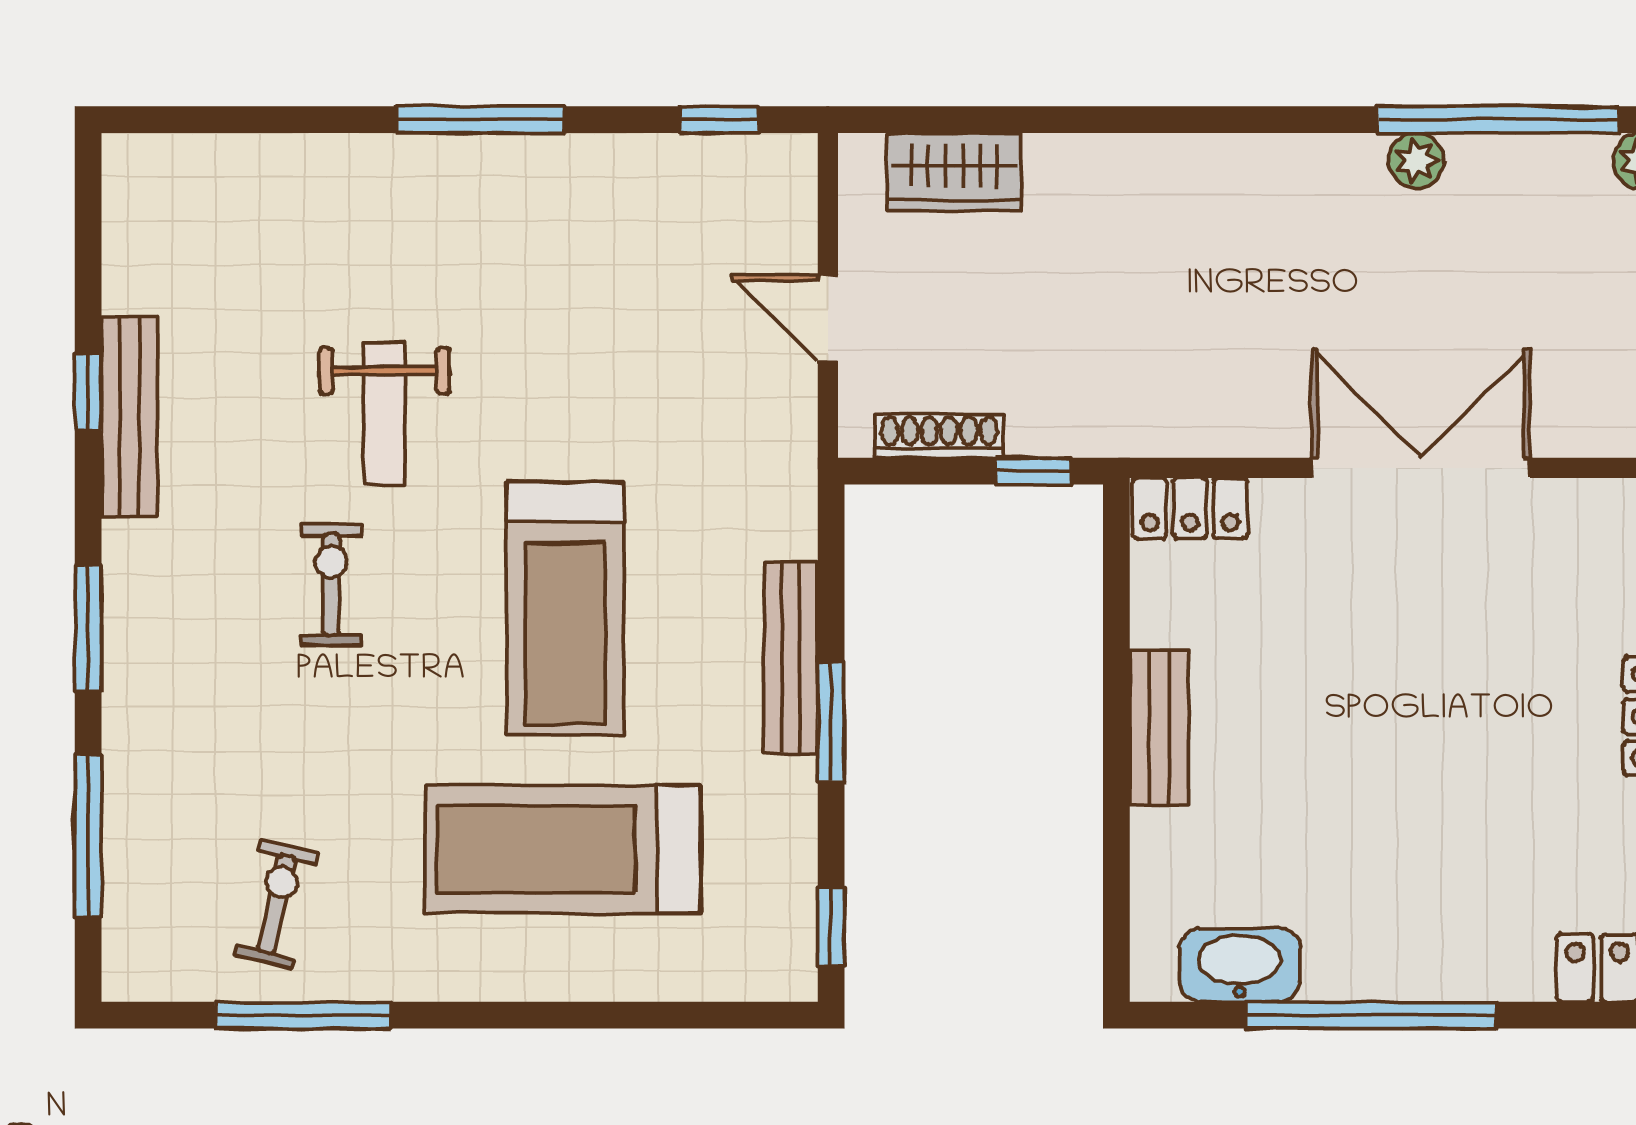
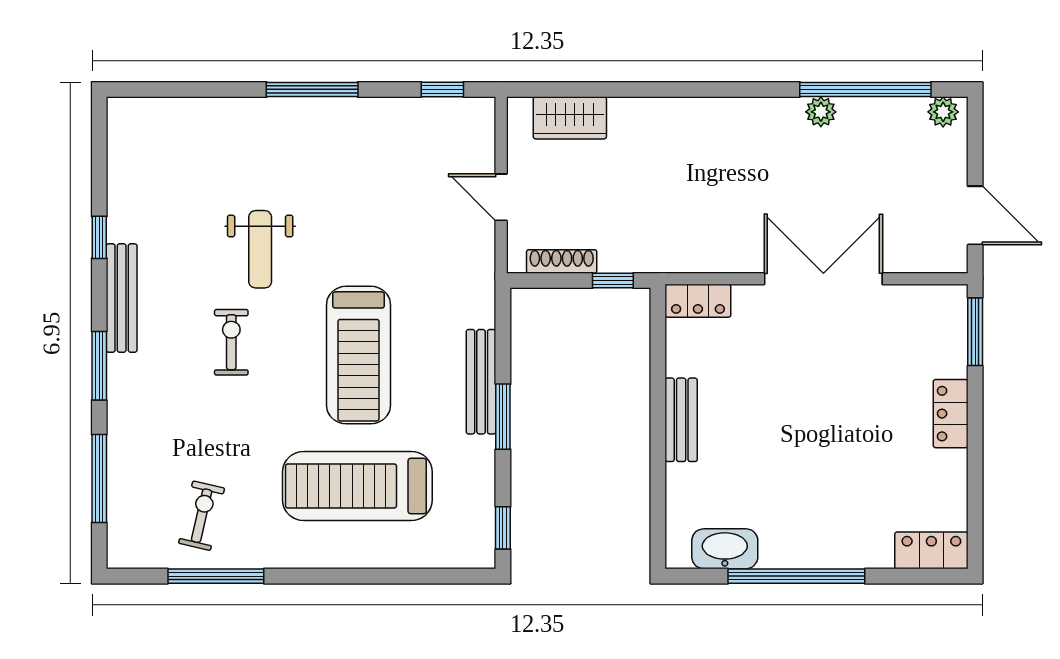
bench: (129, 417) -> (122, 298), moved

